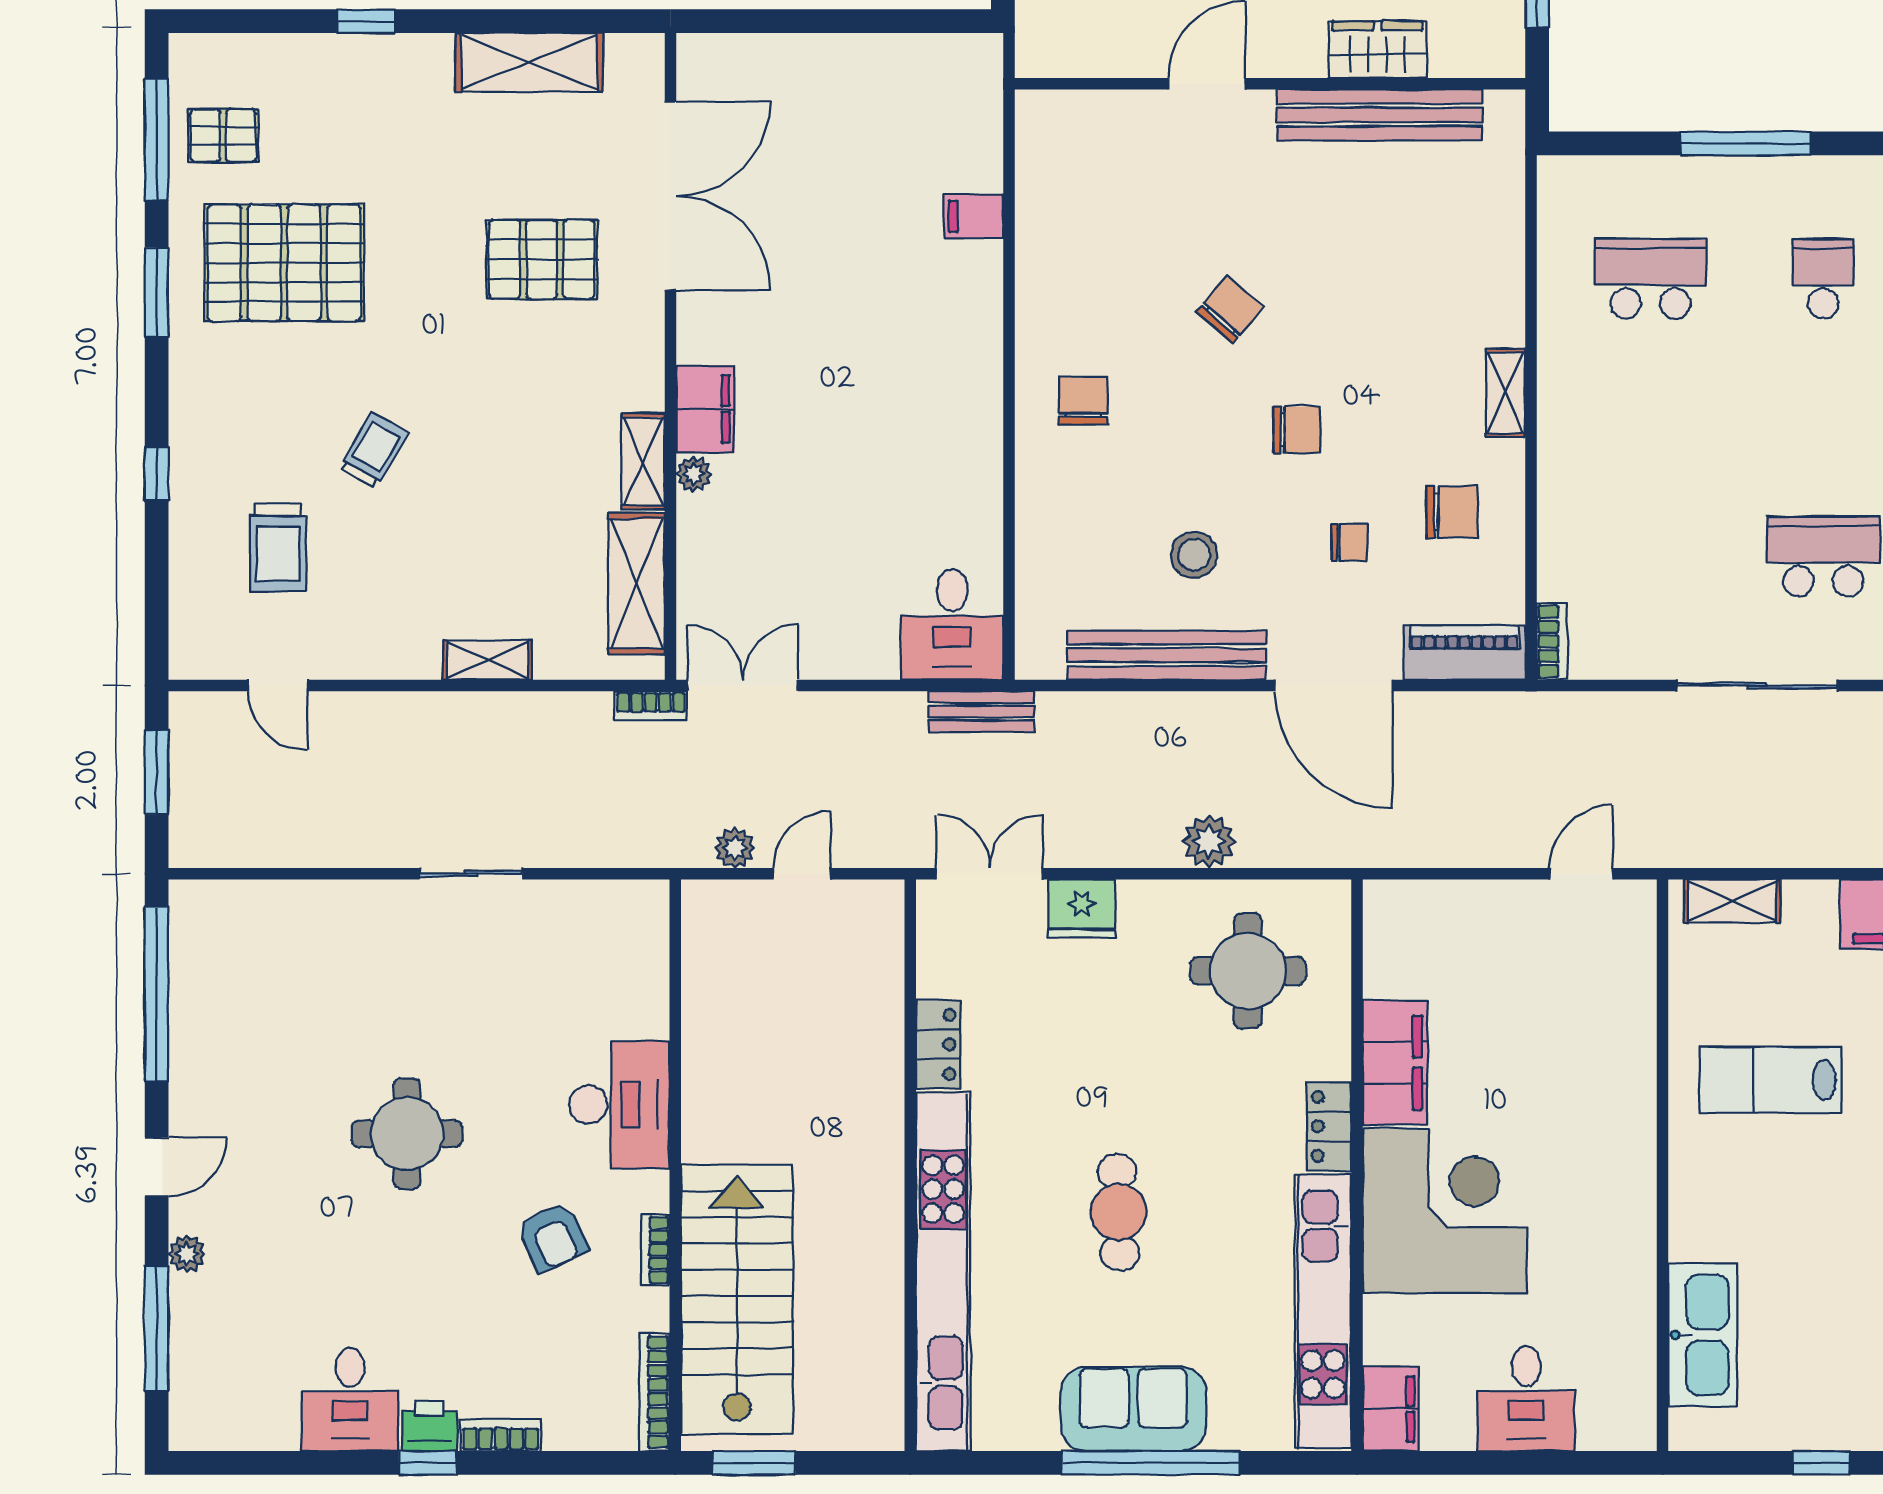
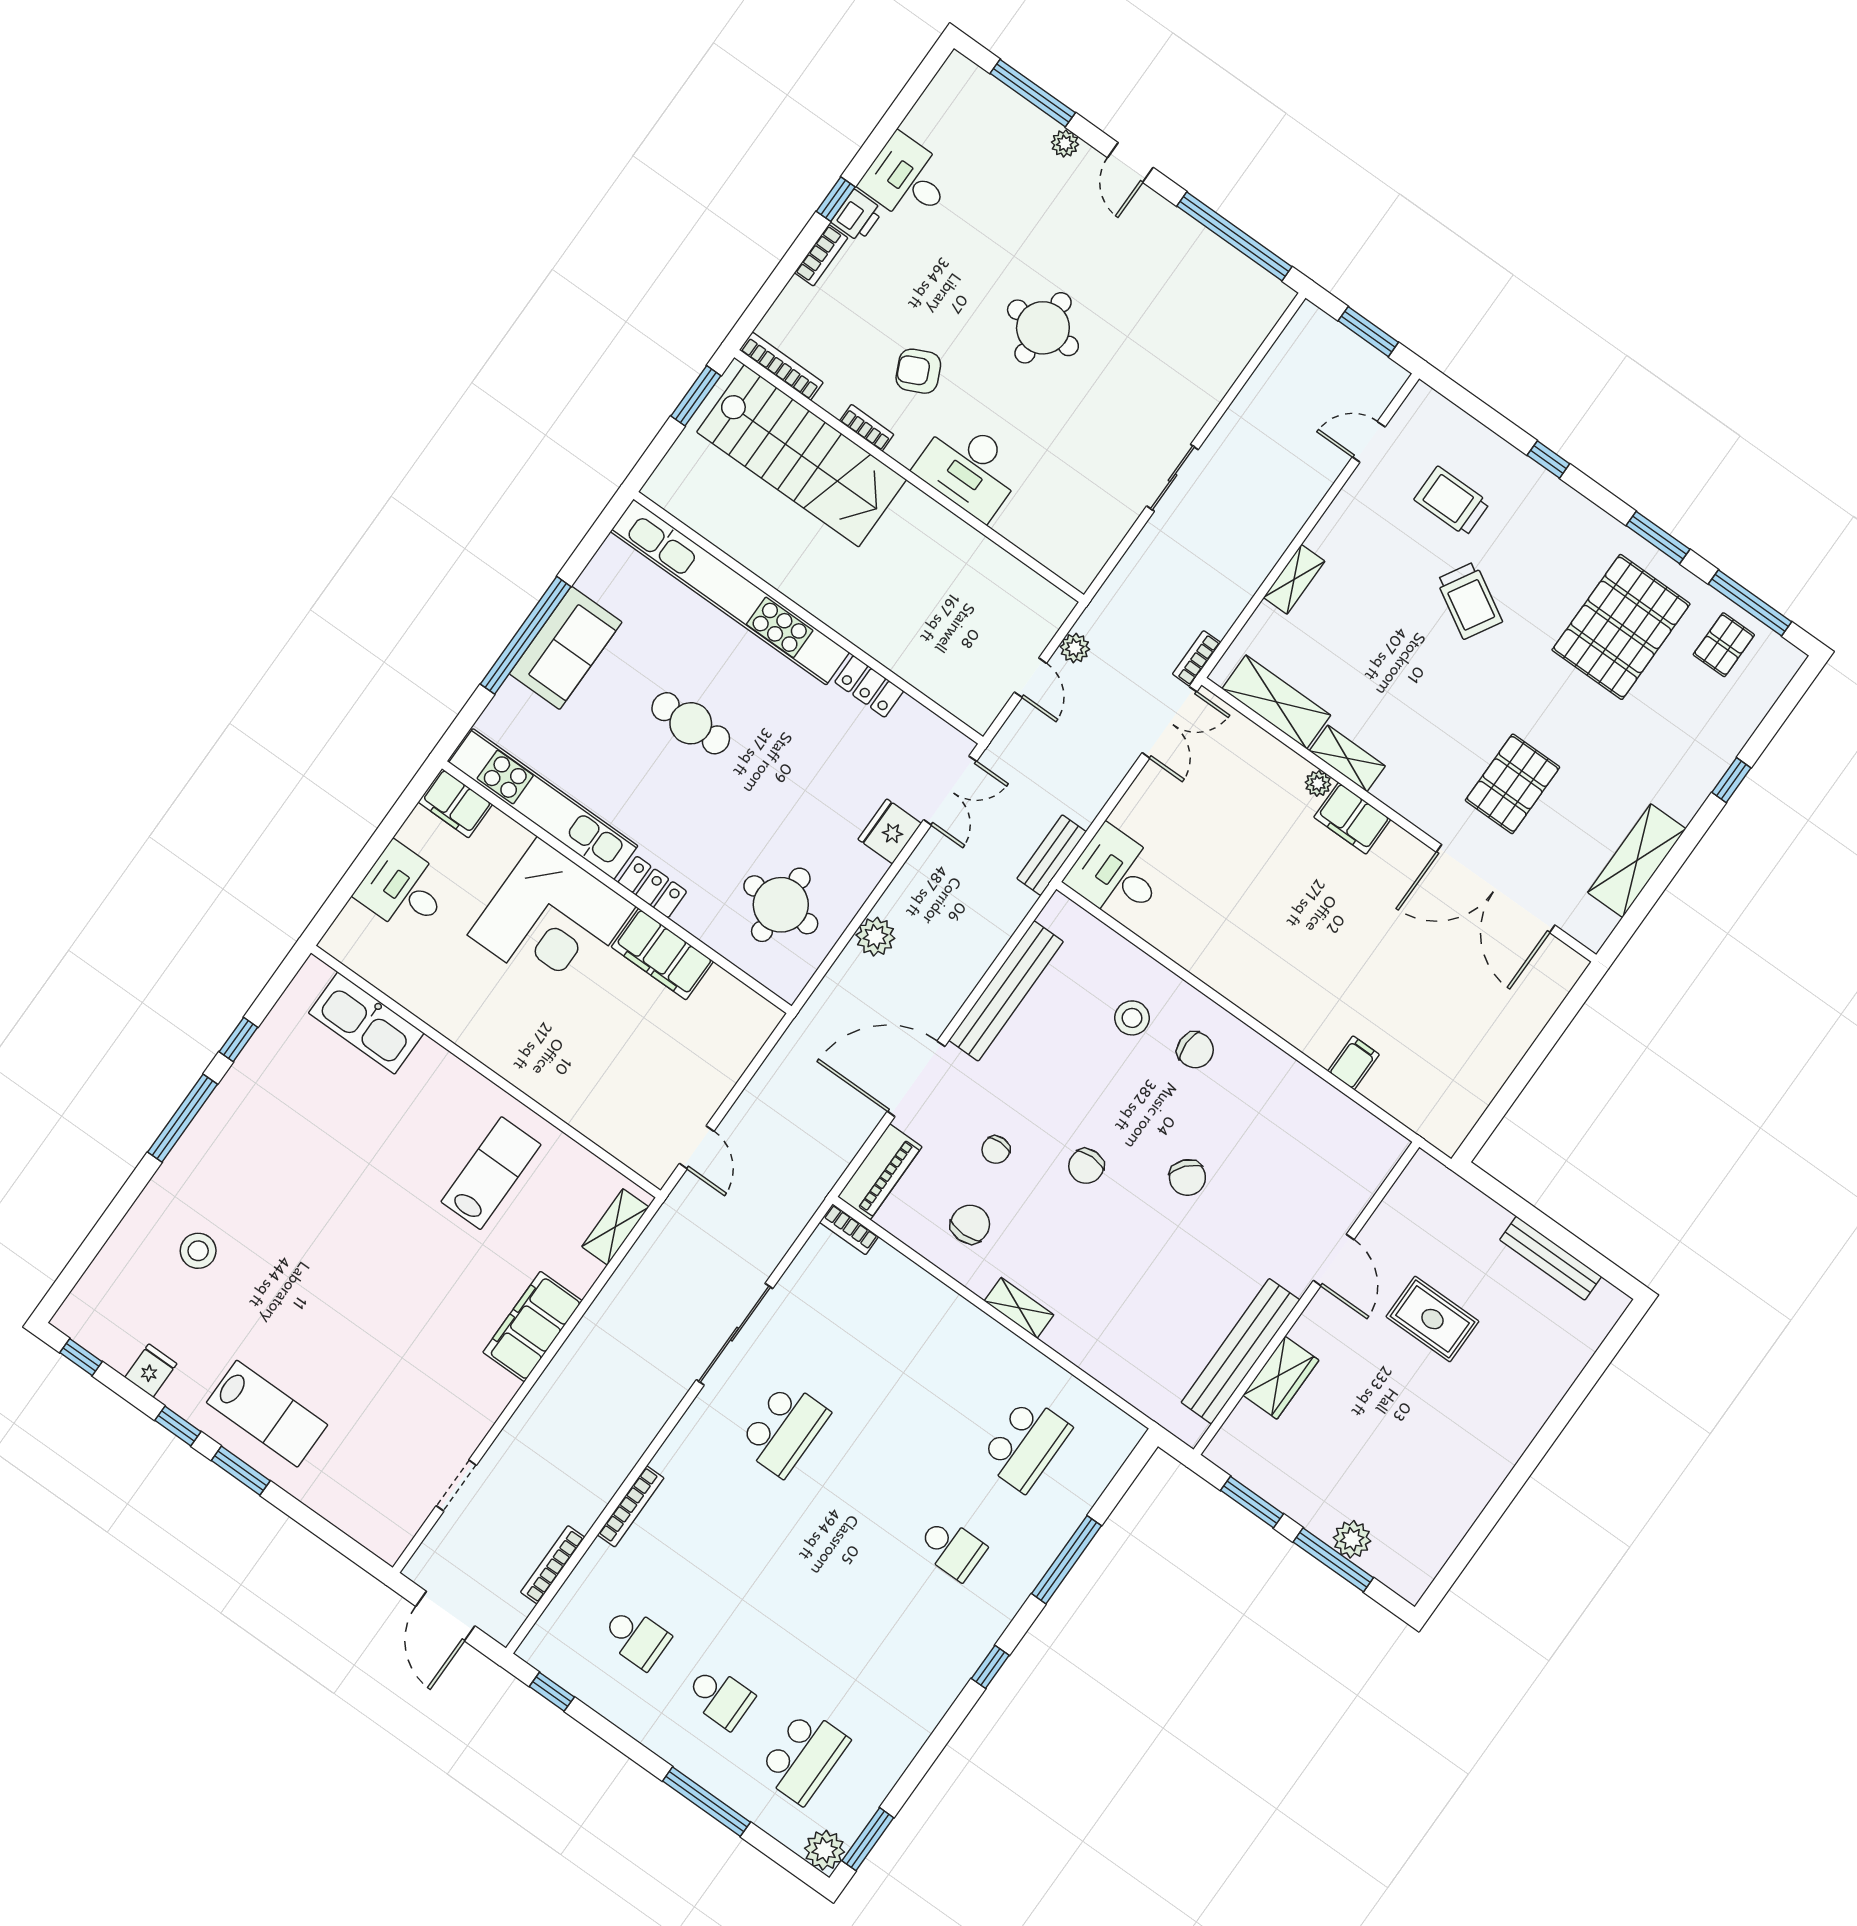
trolley: (374, 450) -> (1469, 601), width x1.36, depth x1.39
chair: (1452, 512) -> (970, 1224), turned 180
stool: (1194, 555) -> (1132, 1018), moved

